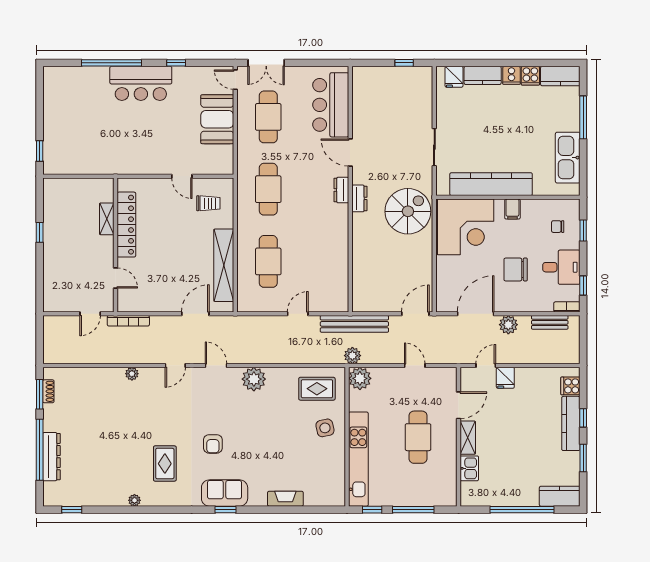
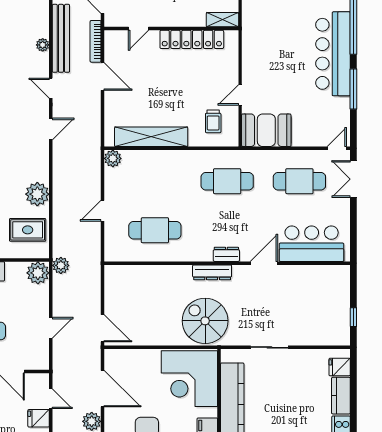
window: (176, 63) -> (353, 89), width x2.17
bar counter: (141, 83) -> (333, 54), width x1.36
booth: (217, 119) -> (266, 130), moved
dresser: (359, 198) -> (212, 272), width x1.44
spiral stairs: (408, 211) -> (205, 321), turned 180
shelving: (107, 219) -> (222, 20), moved
cafe table: (268, 261) -> (155, 230), moved
plant: (245, 304) -> (113, 158), added
door: (195, 314) -> (103, 77), moved
door: (298, 314) -> (103, 211), swing flipped
bench: (354, 324) -> (61, 38), moved
plant: (254, 379) -> (37, 194), moved
rug: (317, 389) -> (28, 230), turned 90

